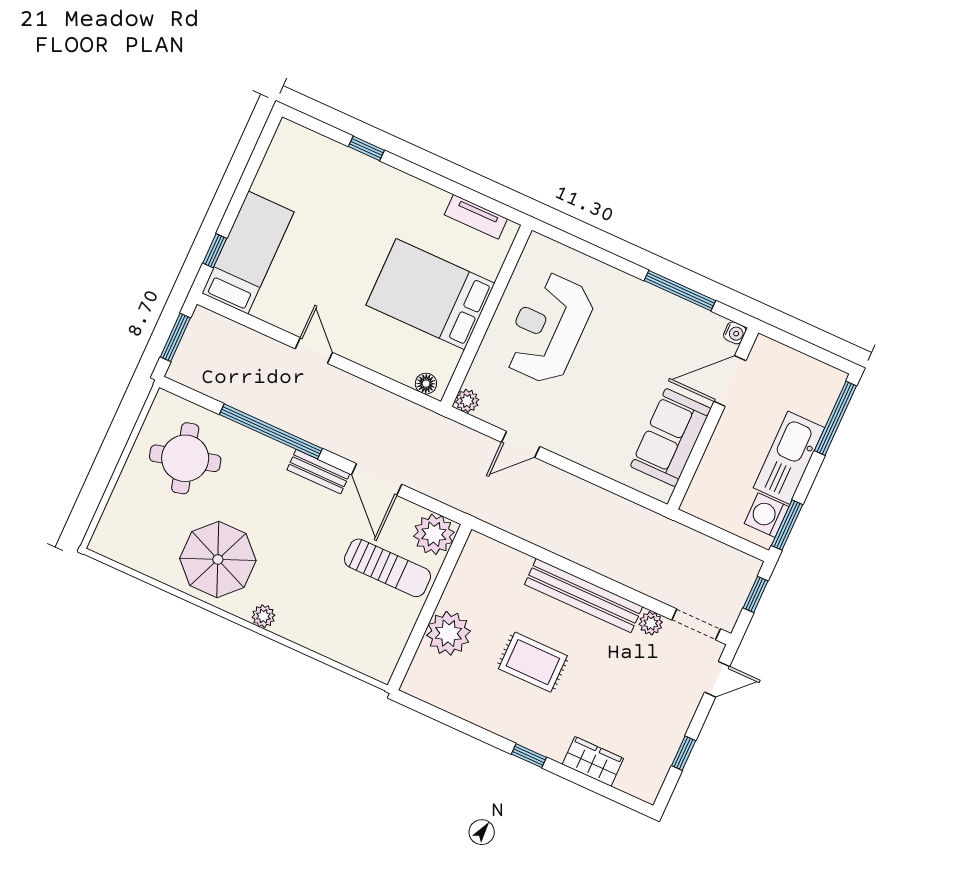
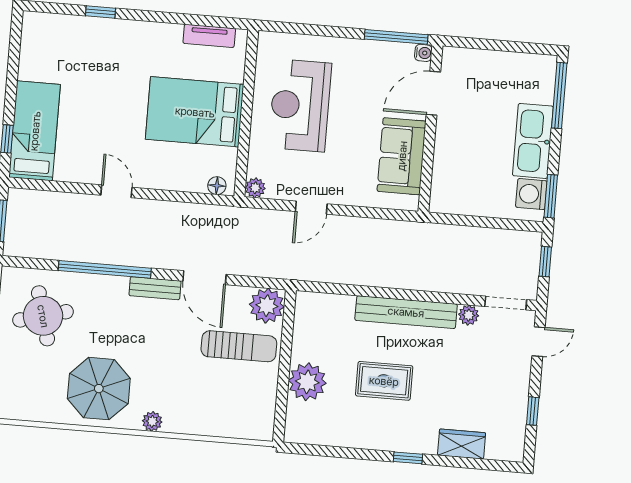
water cooler: (735, 333) -> (423, 53), moved
door: (730, 381) -> (433, 93), moved
wall: (713, 419) -> (430, 129), moved
sofa: (671, 437) -> (402, 156), moved

